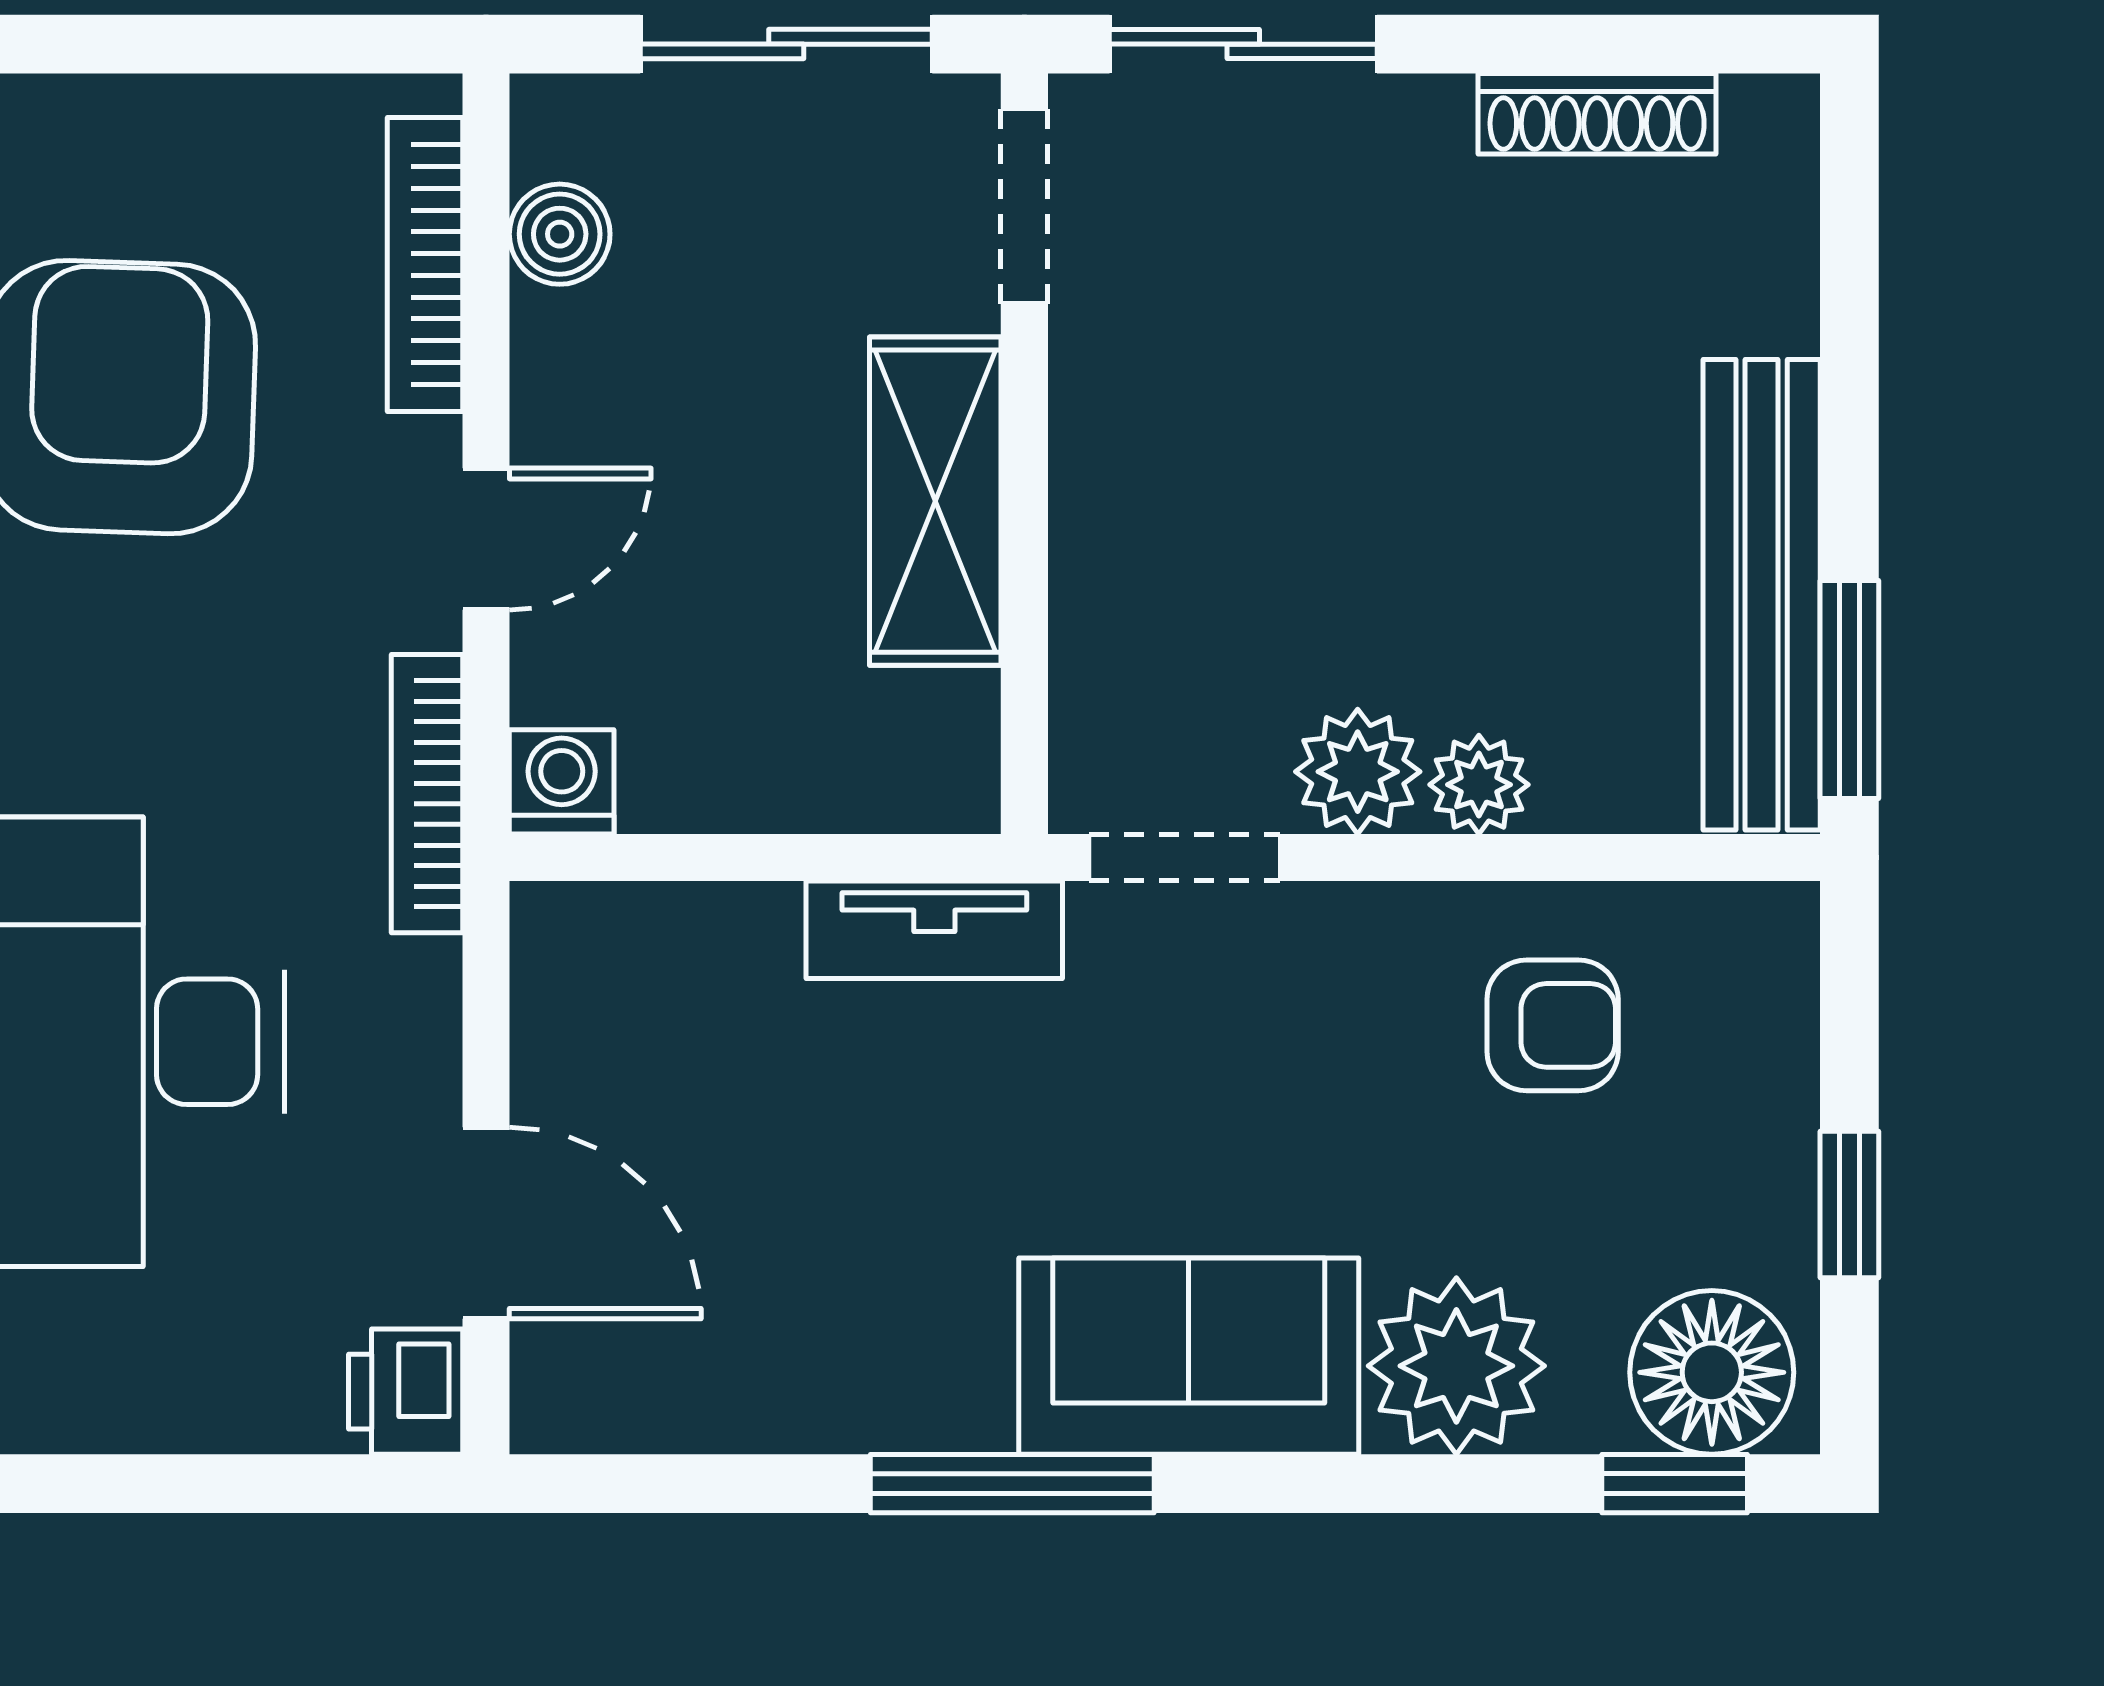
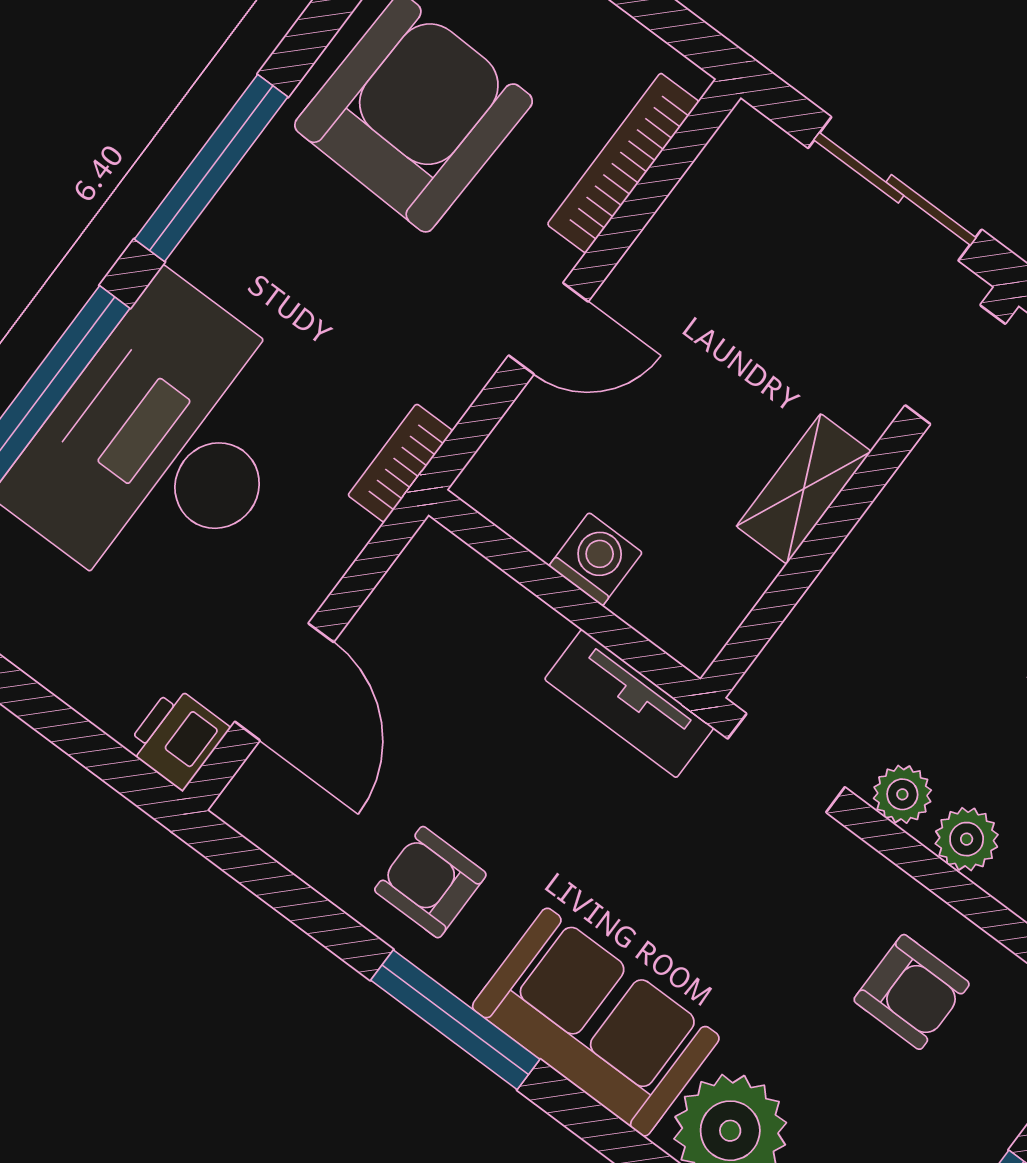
boiler: (560, 234) -> (704, 199), removed
shelving: (935, 501) -> (804, 489), width x0.67, depth x0.75
plant: (1358, 772) -> (902, 794), width x0.73, depth x0.73
washing machine: (562, 782) -> (596, 559), moved
bookcase: (427, 794) -> (400, 463), width x0.64
armchair: (854, 1336) -> (430, 882), added

